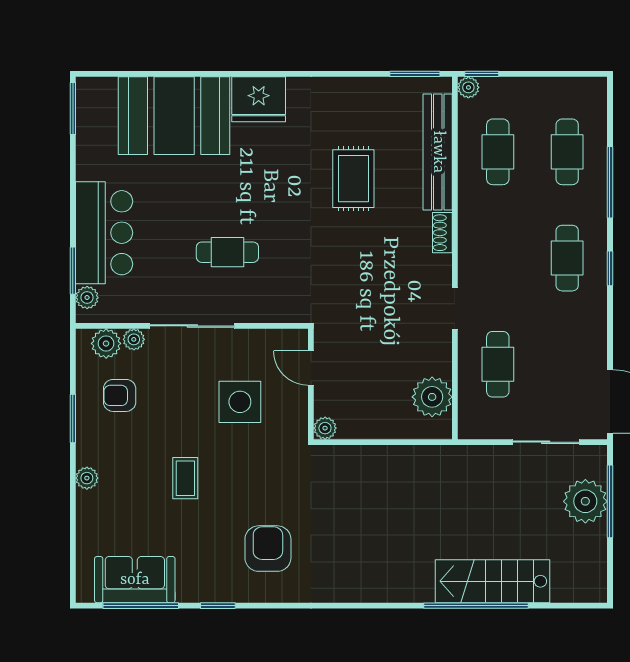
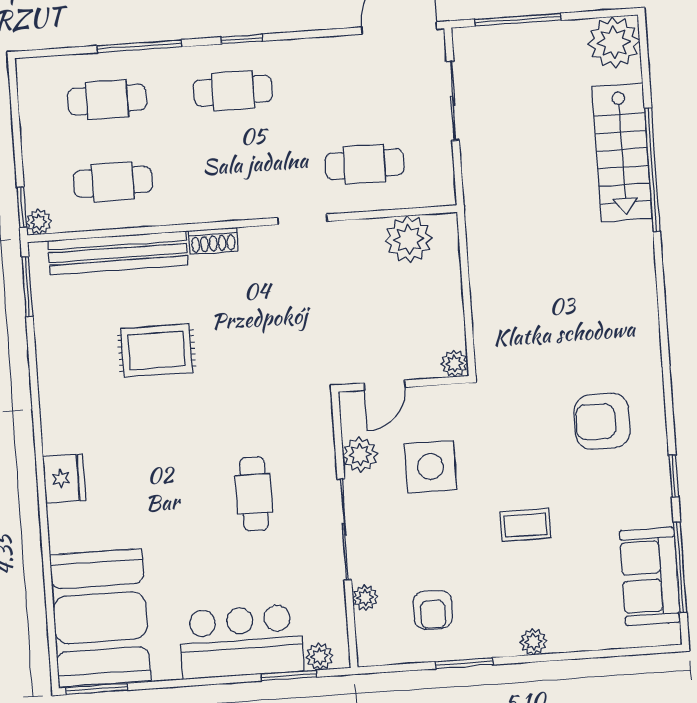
fridge: (259, 99) -> (64, 478), width x0.73, depth x0.75
booth: (174, 116) -> (100, 618), moved
plant: (106, 343) -> (360, 455), moved
plant: (585, 501) -> (614, 42), moved

